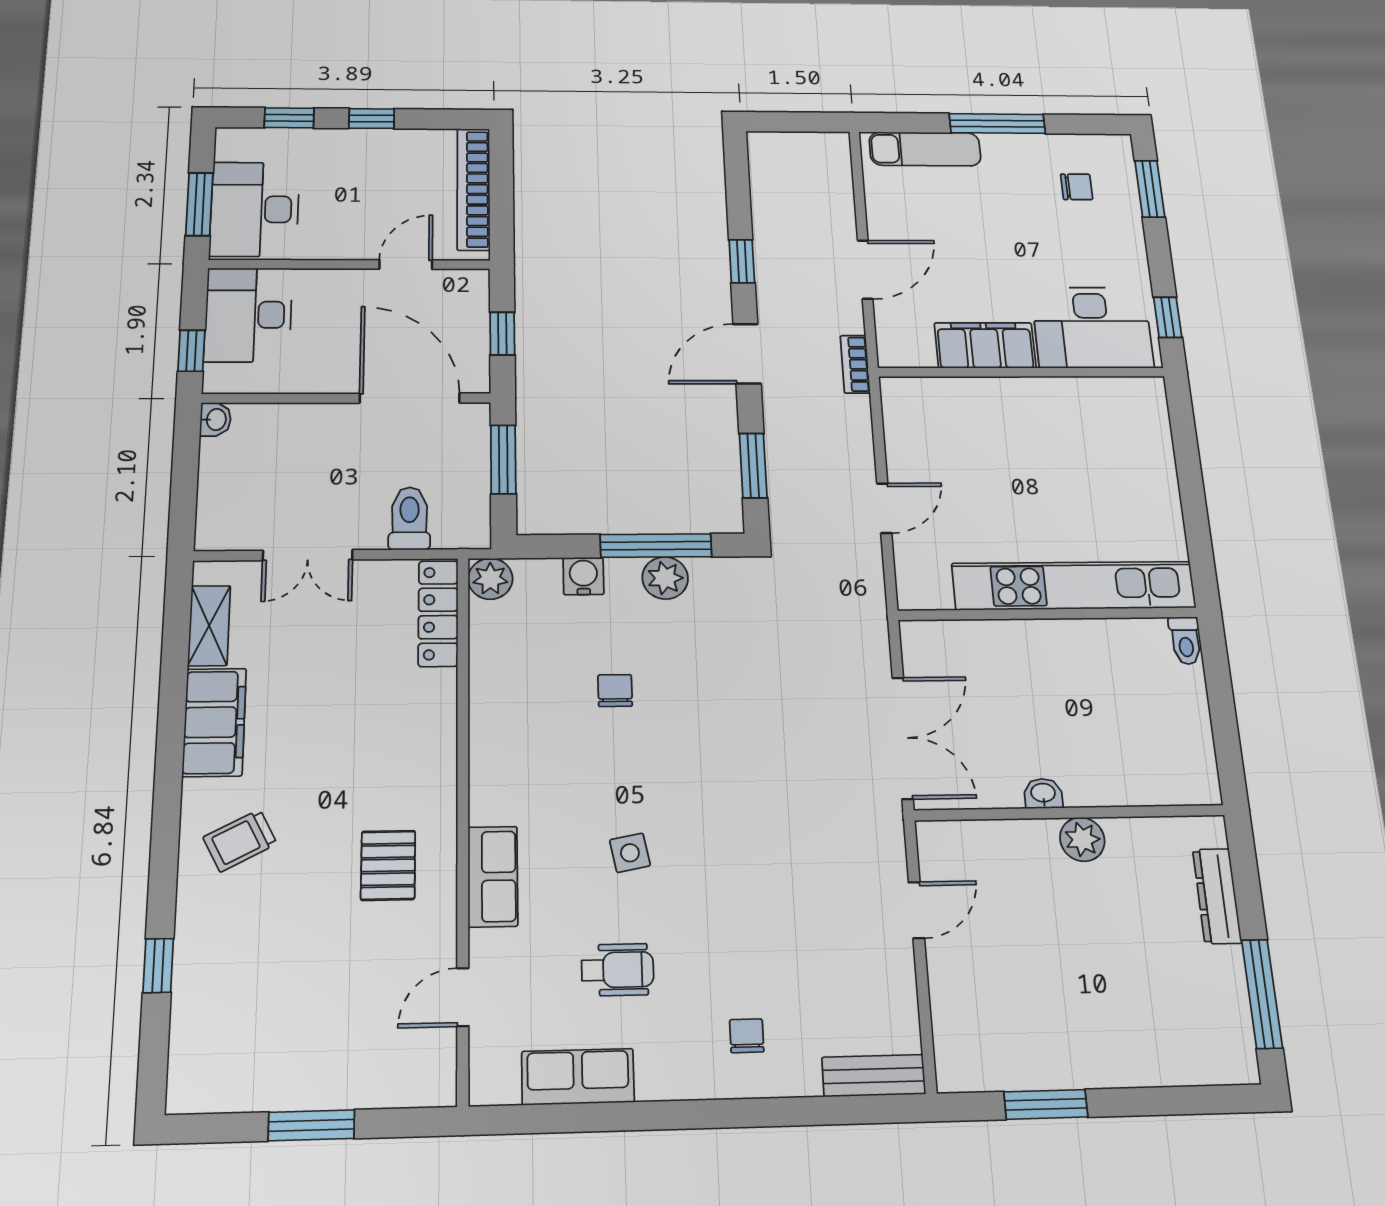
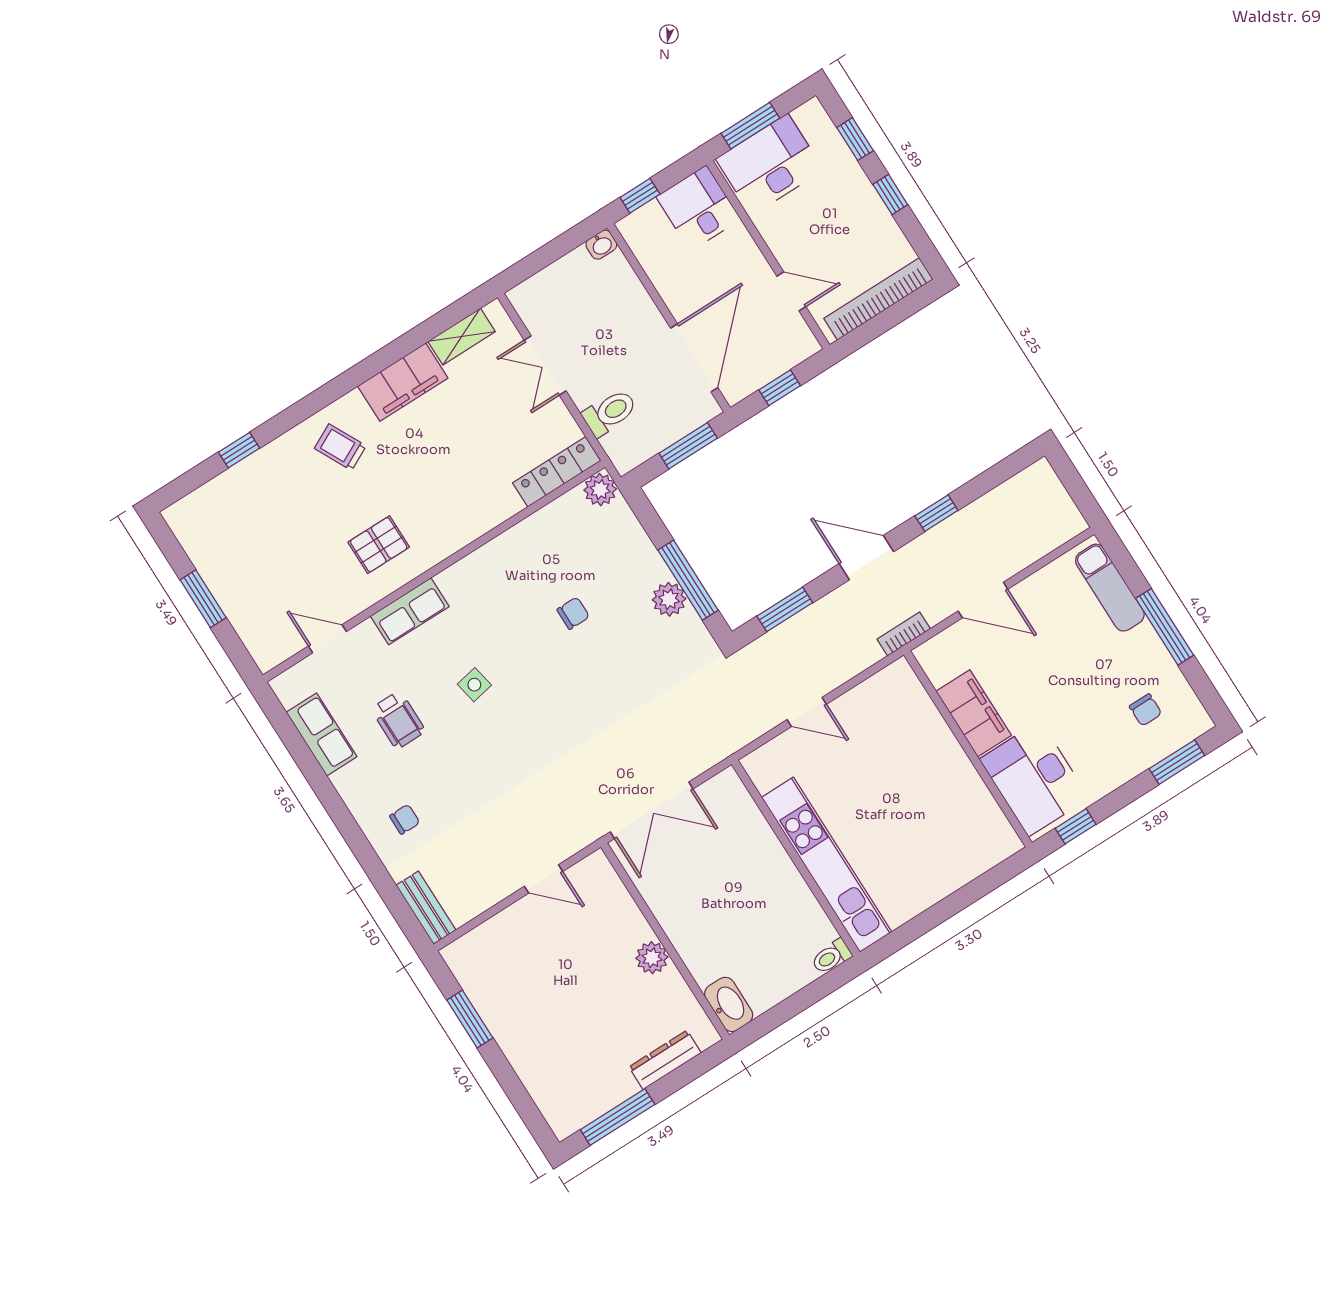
desk: (248, 315) -> (698, 208), width x0.73
water cooler: (583, 576) -> (638, 547), removed
washbasin: (1043, 793) -> (729, 1004), moved, width x1.91, depth x1.45

